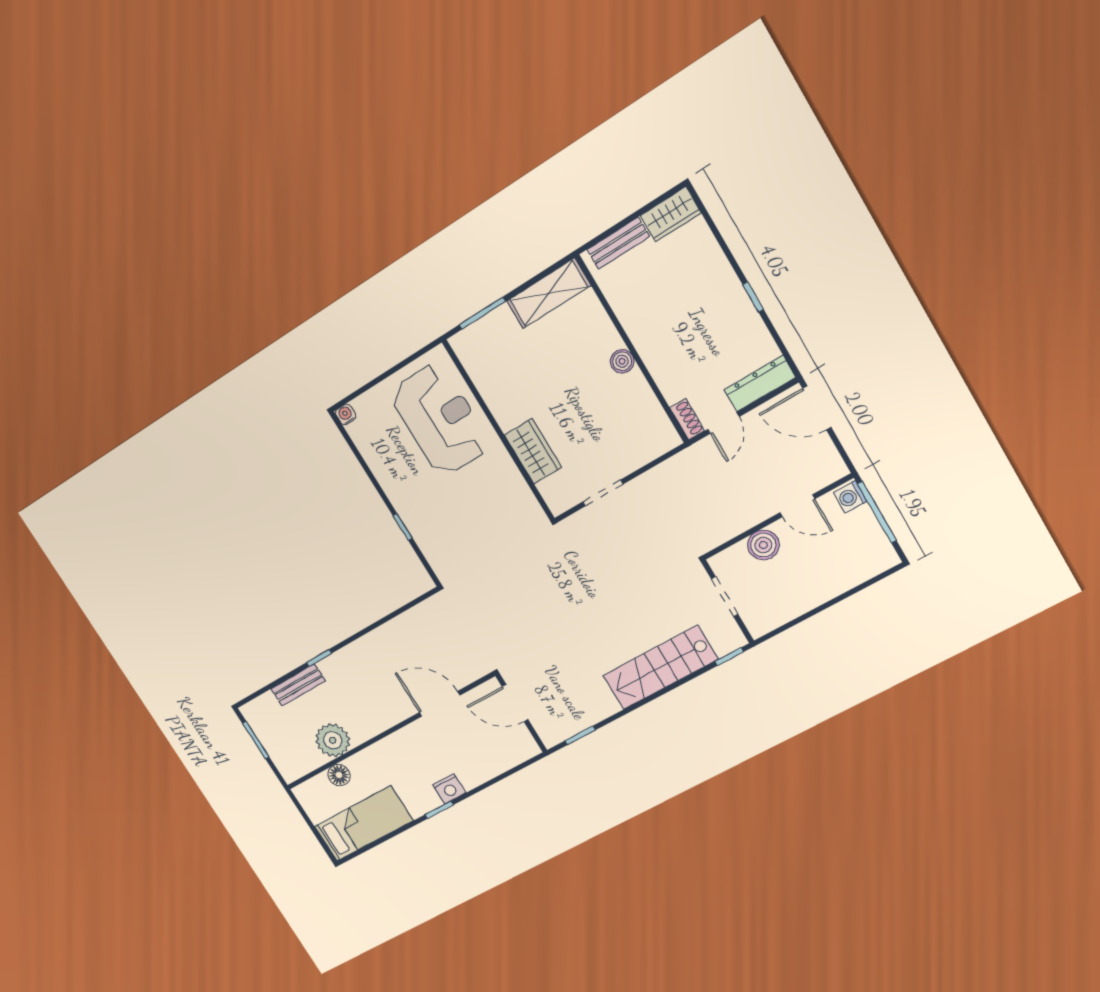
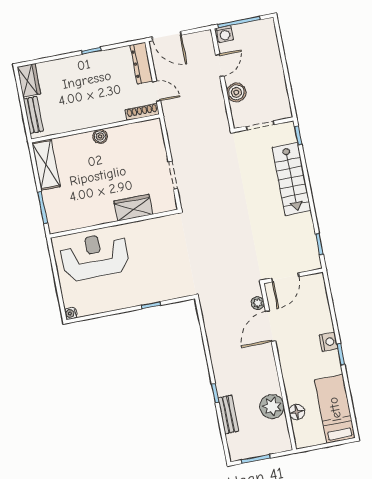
door: (817, 408) -> (167, 36), hinge flipped
shoe rack: (687, 419) -> (142, 112), width x1.43
plant: (464, 676) -> (258, 303), added

